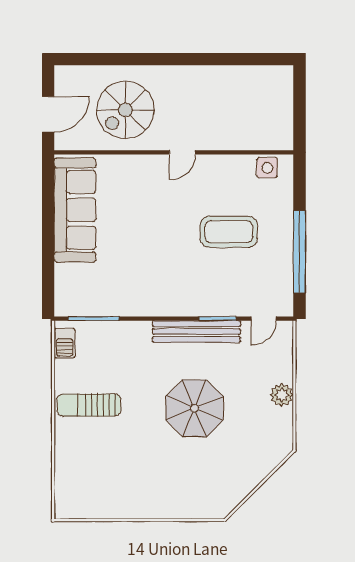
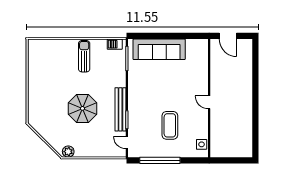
spiral stairs: (125, 110) -> (230, 74), removed
sofa: (75, 210) -> (159, 49), moved
plant: (282, 395) -> (68, 152), moved

